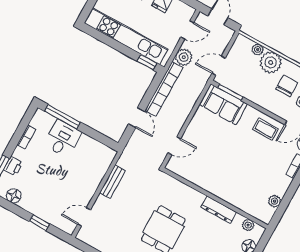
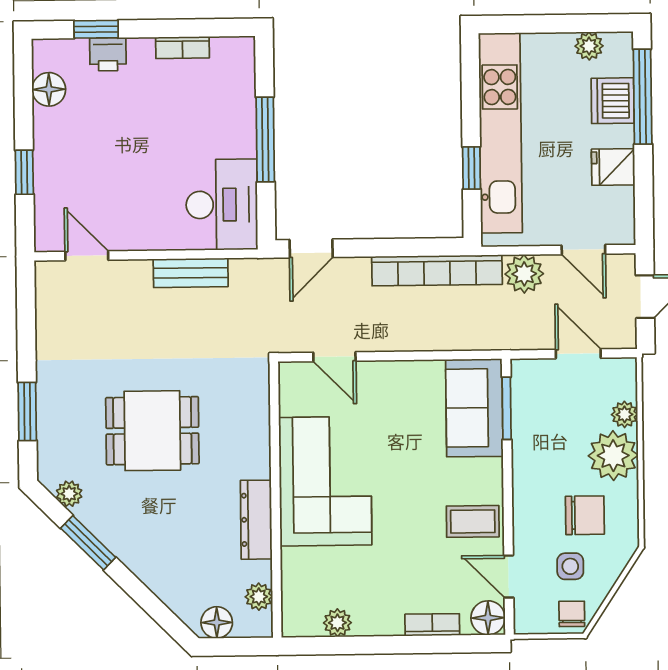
window: (147, 62) -> (471, 168), moved
door: (219, 66) -> (578, 354), moved
window: (63, 117) -> (265, 140), moved
door: (137, 118) -> (311, 248), moved
coffee table: (265, 129) -> (473, 521), turned 90
desk: (63, 139) -> (222, 205), moved, width x1.37
corner sofa: (219, 176) -> (325, 481), added

